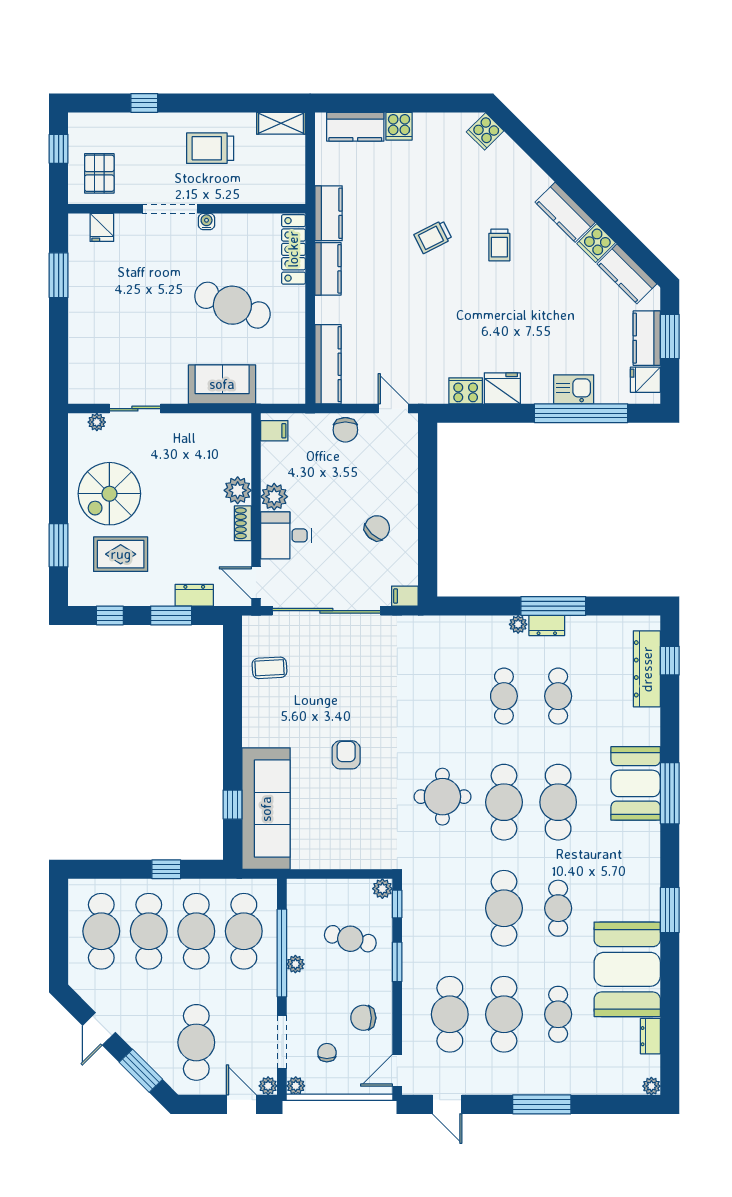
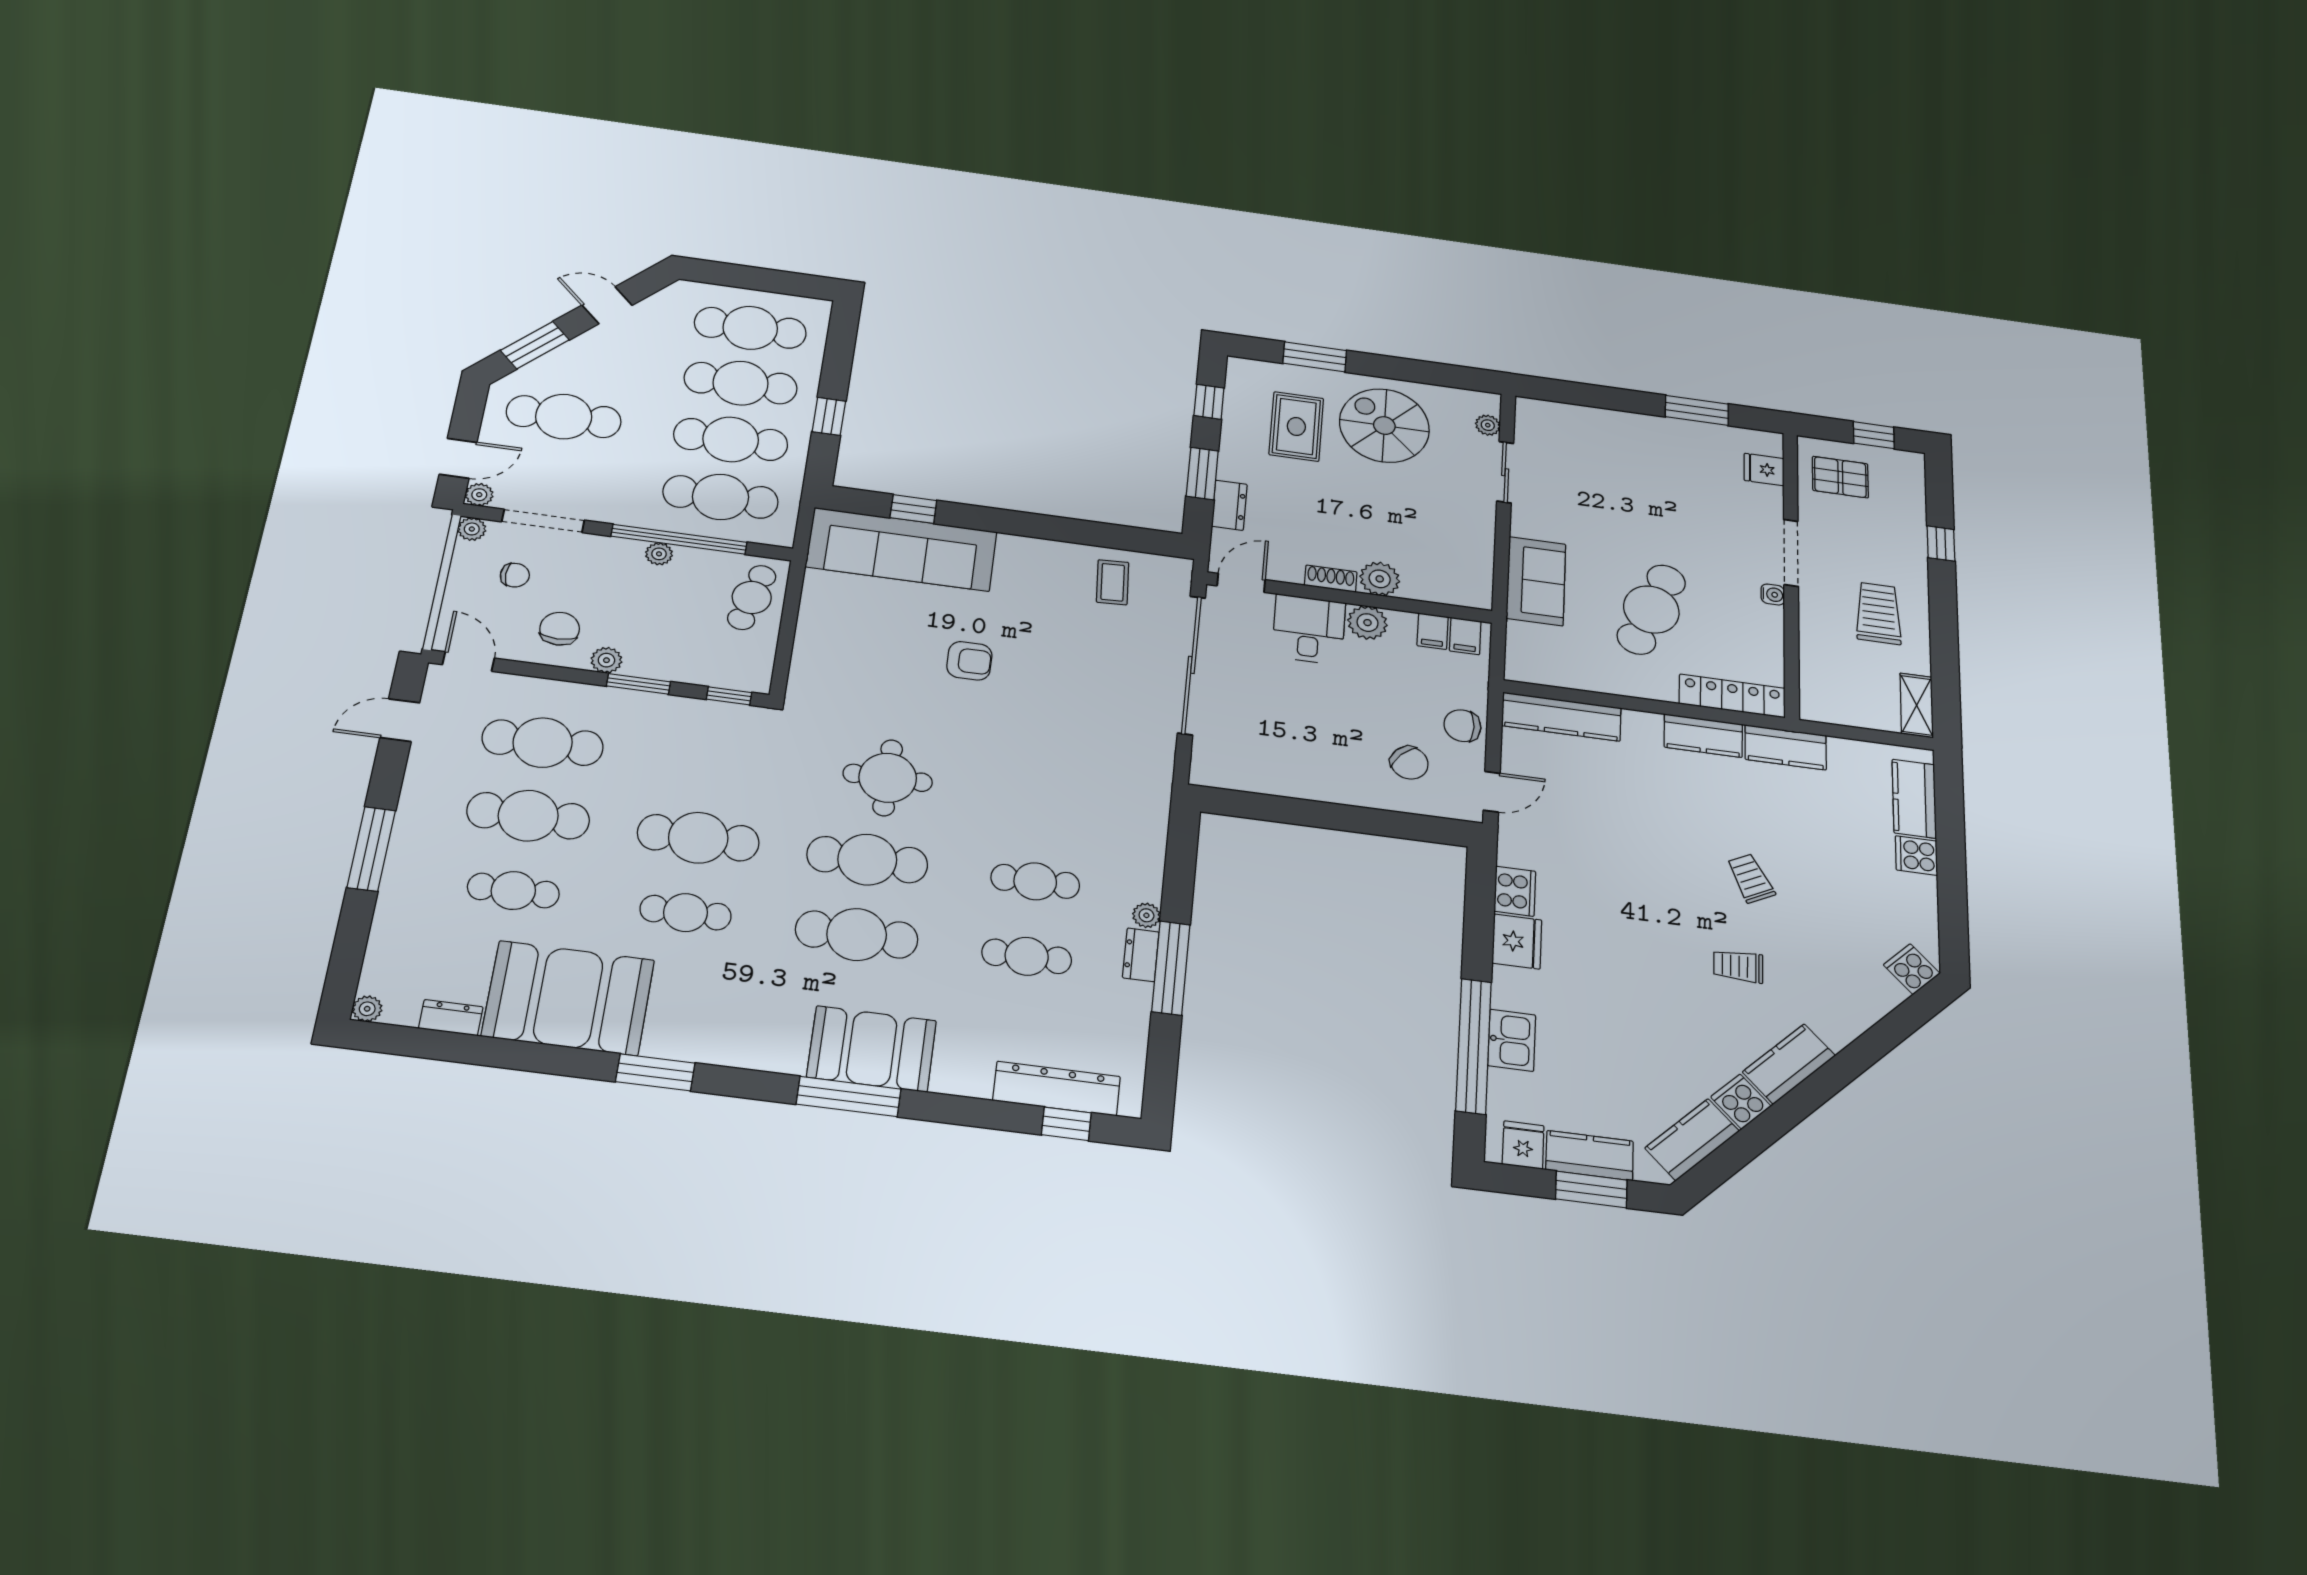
chair: (377, 528) -> (1409, 763), moved
filing cabinet: (405, 596) -> (1433, 631), moved, turned 180
plant: (382, 889) -> (606, 660), moved
cafe table: (350, 939) -> (752, 597), moved

